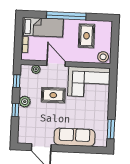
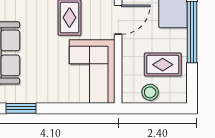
stool: (103, 57) -> (150, 92), moved

